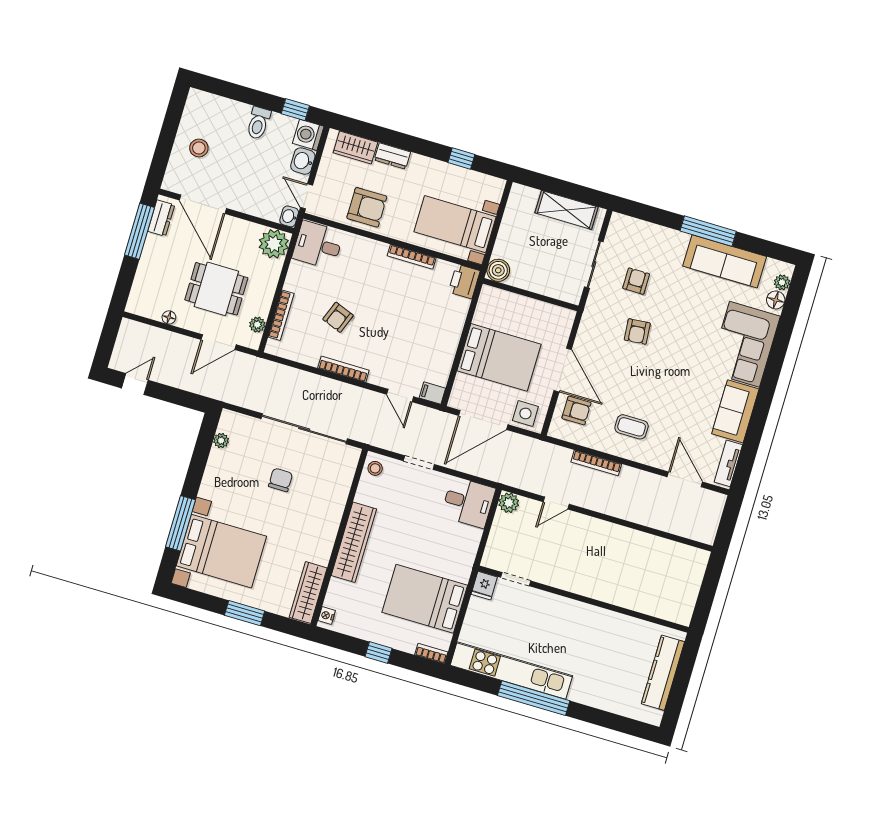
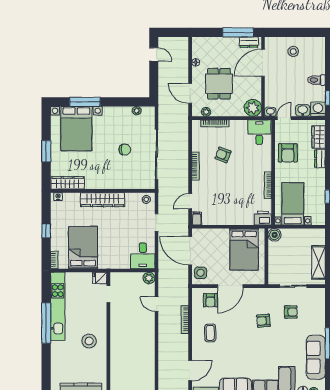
bed: (499, 357) -> (244, 249), moved
stool: (585, 635) -> (89, 341), added

